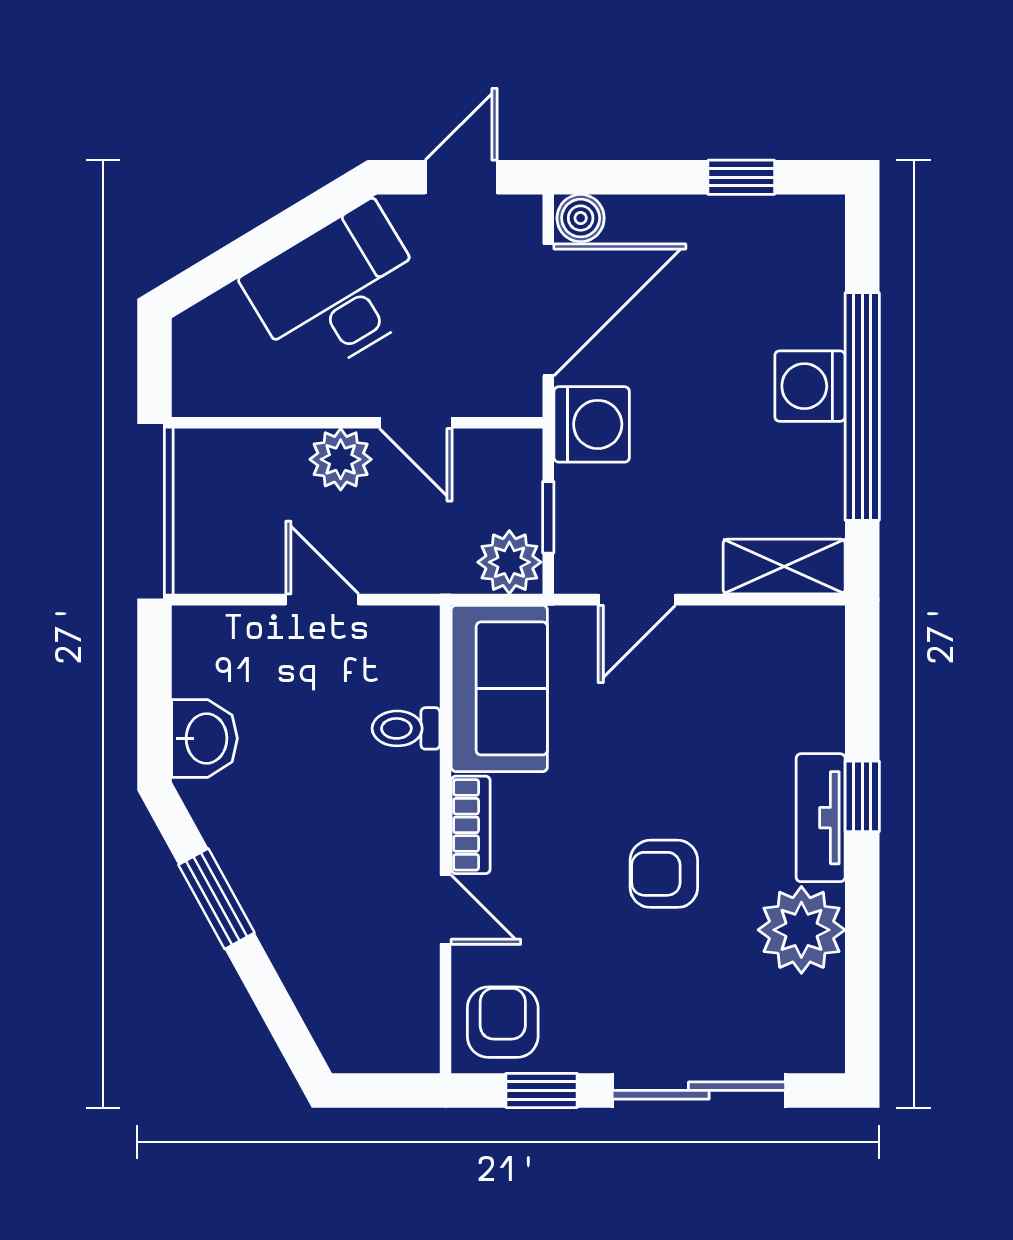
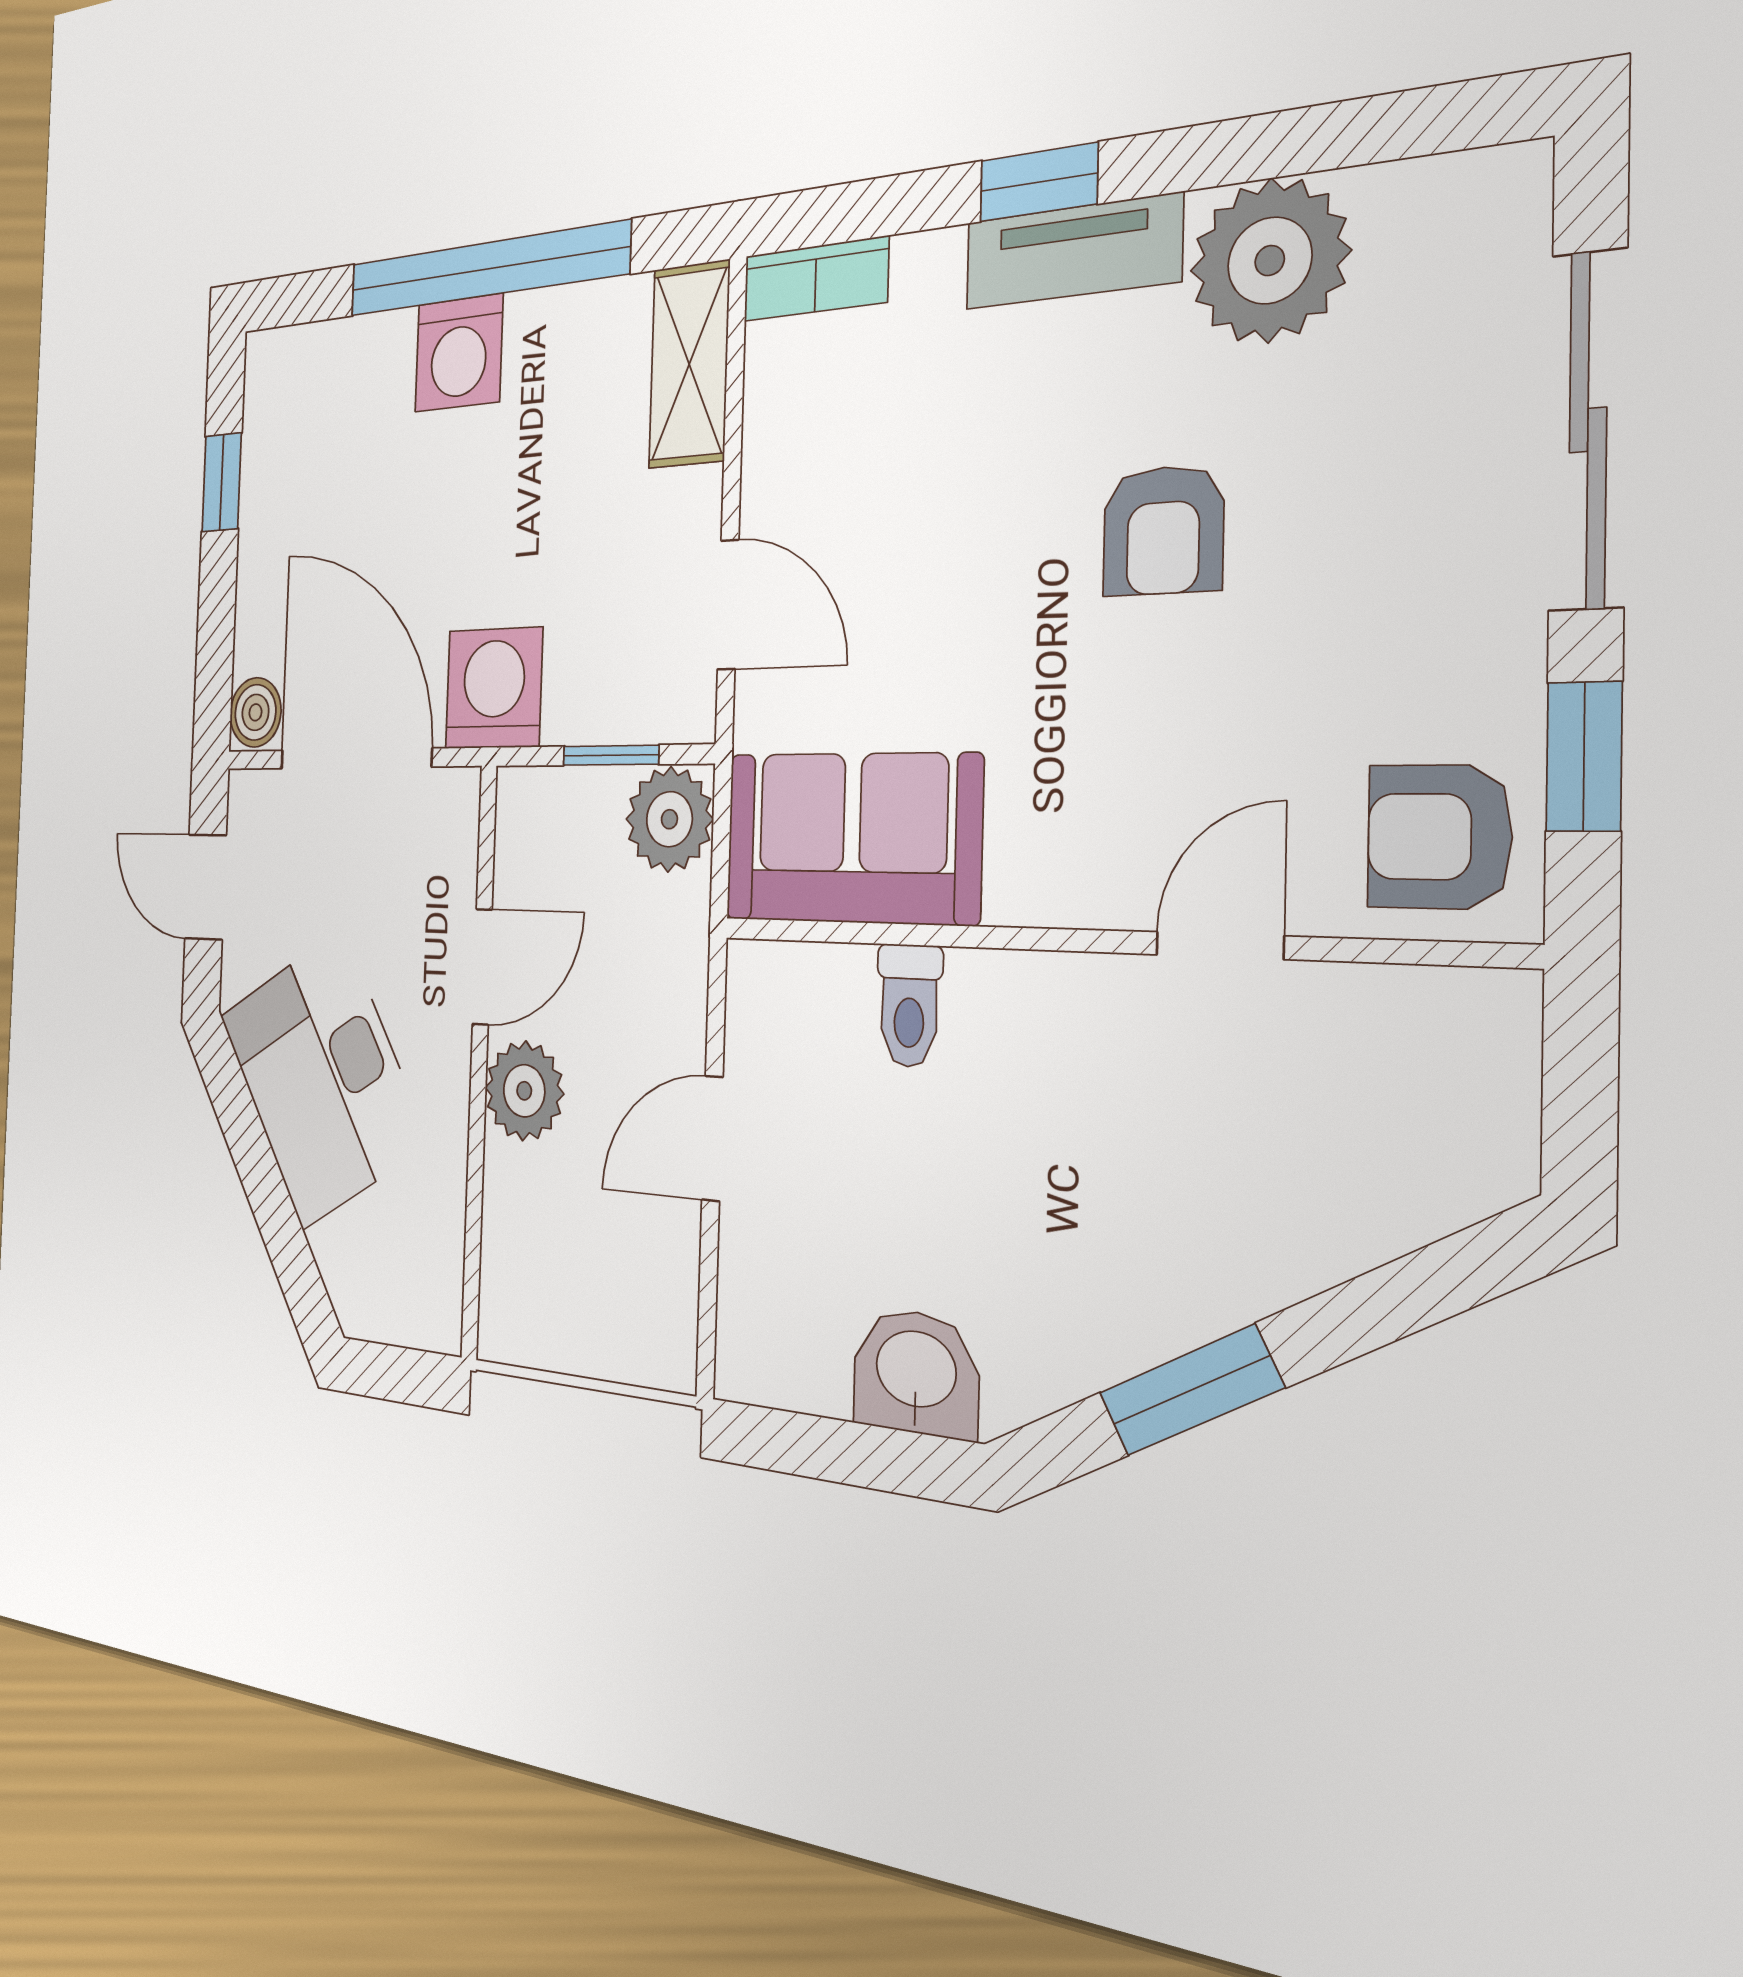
bookcase: (471, 825) -> (816, 279), moved, turned 180

